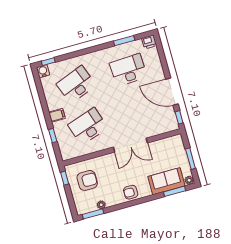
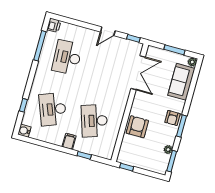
window: (124, 41) -> (40, 46), width x1.44
window: (48, 62) -> (23, 105), moved
door: (172, 92) -> (108, 31), width x0.53
double door: (130, 145) -> (138, 73), moved
armchair: (87, 180) -> (137, 127), moved
window: (175, 191) -> (181, 126), moved

